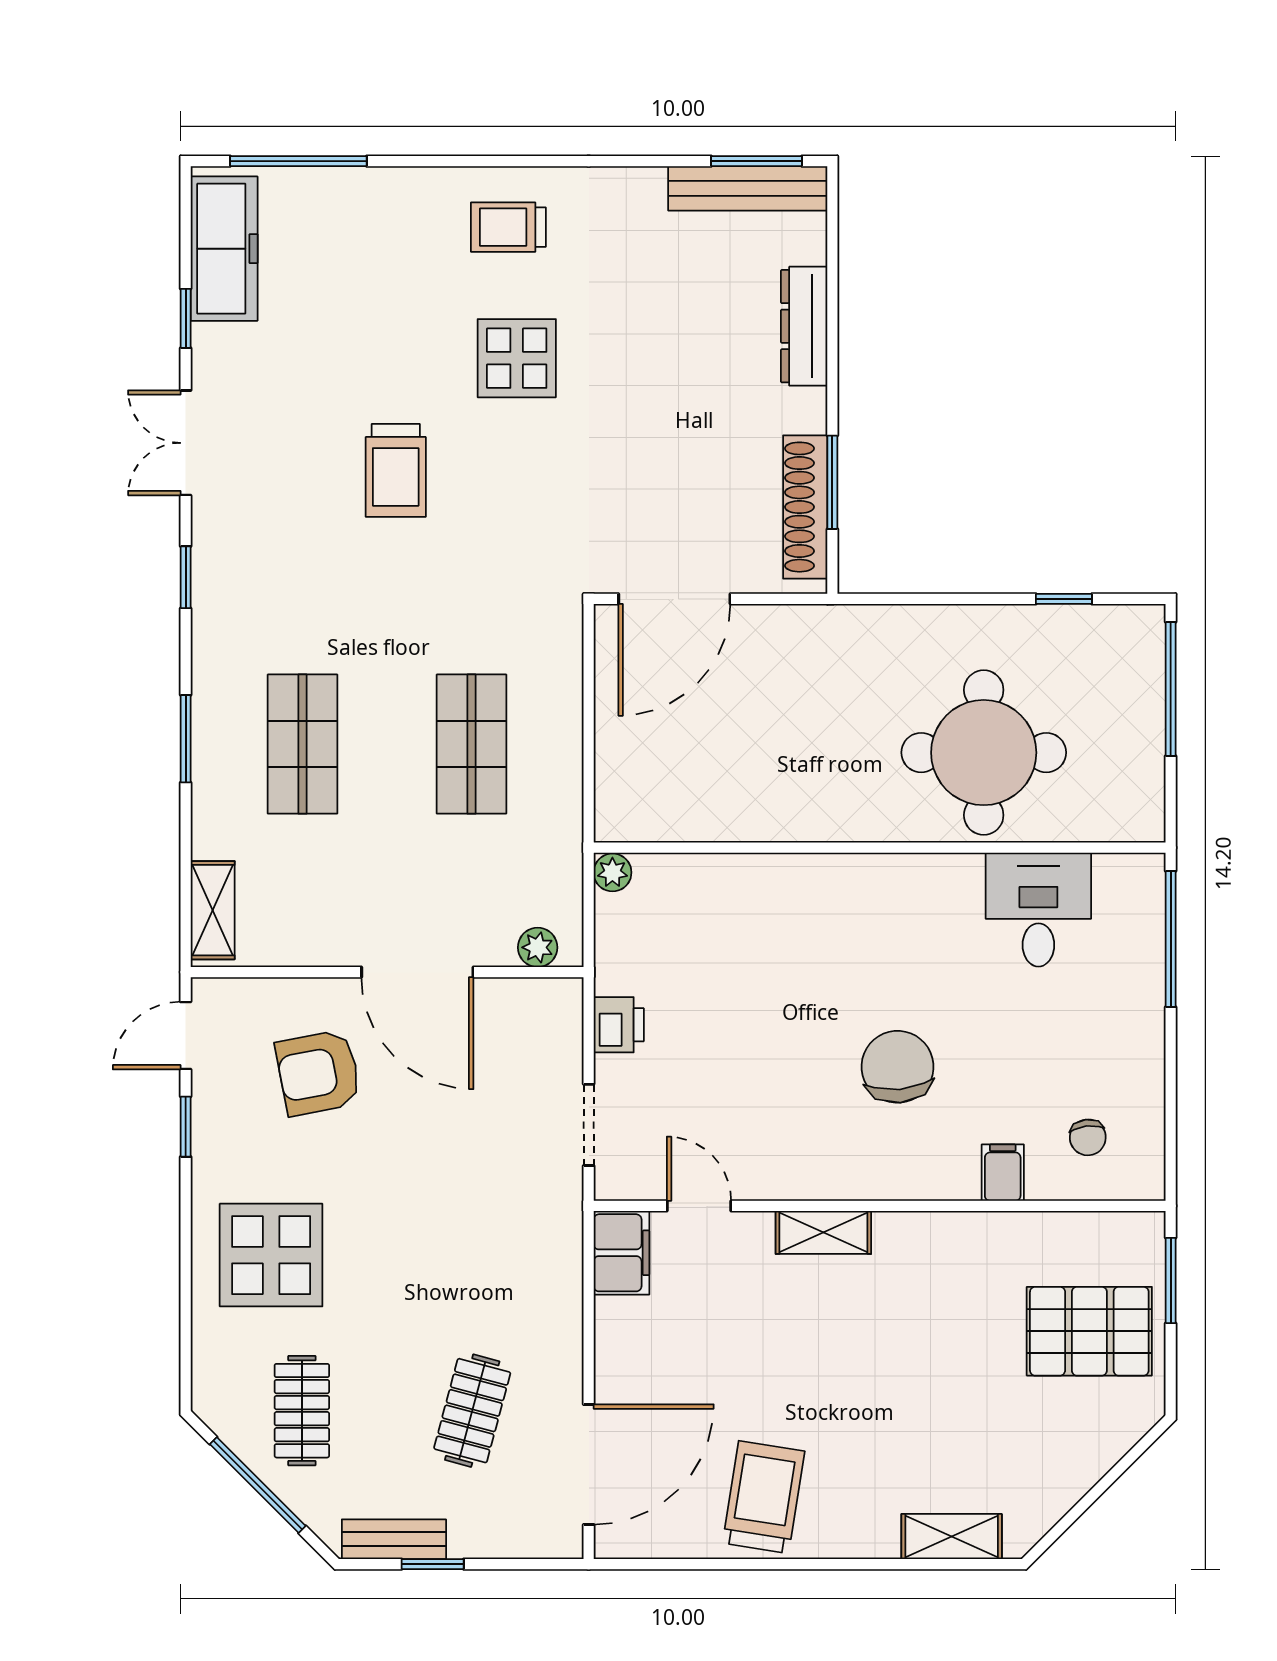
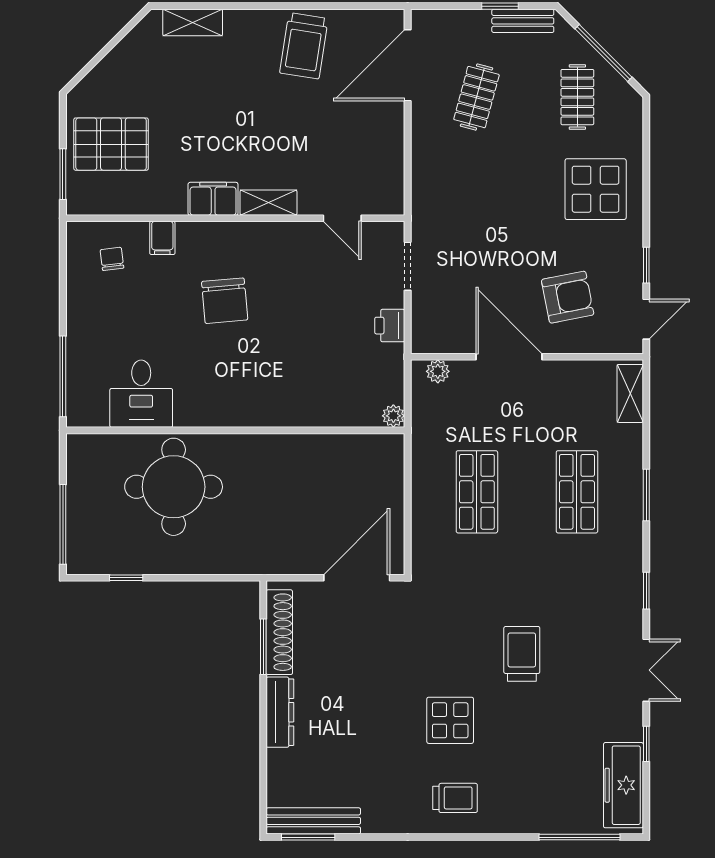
dresser: (804, 326) -> (280, 712), moved
filing cabinet: (621, 1253) -> (213, 199), moved, turned 90

